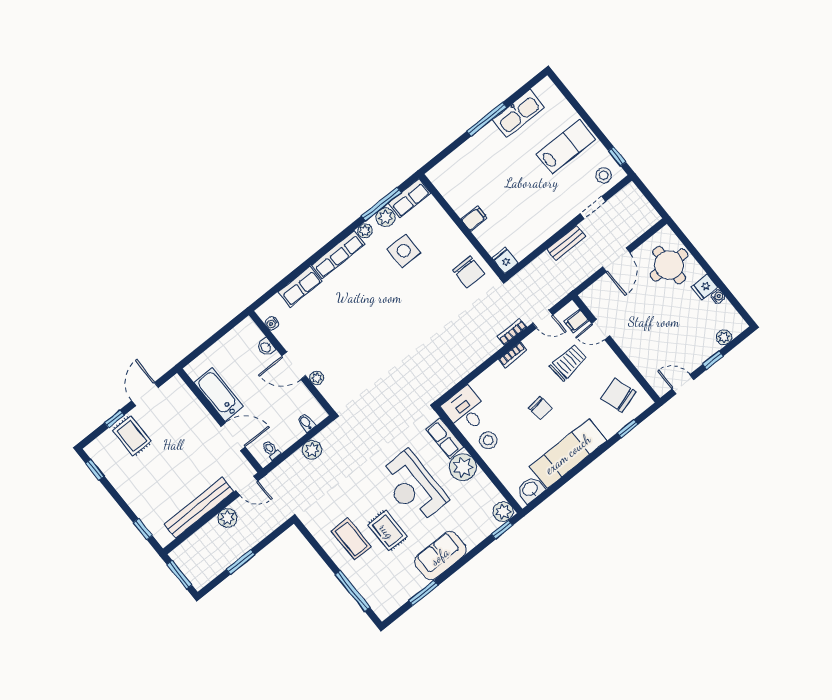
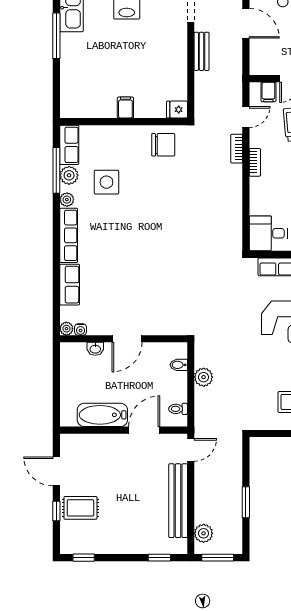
plant: (317, 378) -> (66, 329), moved
plant: (227, 518) -> (204, 533), moved

